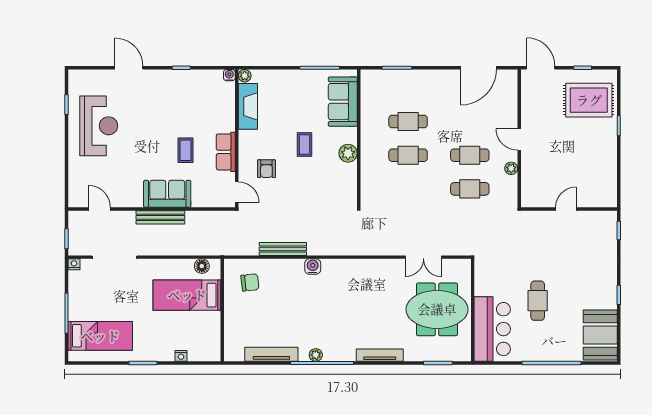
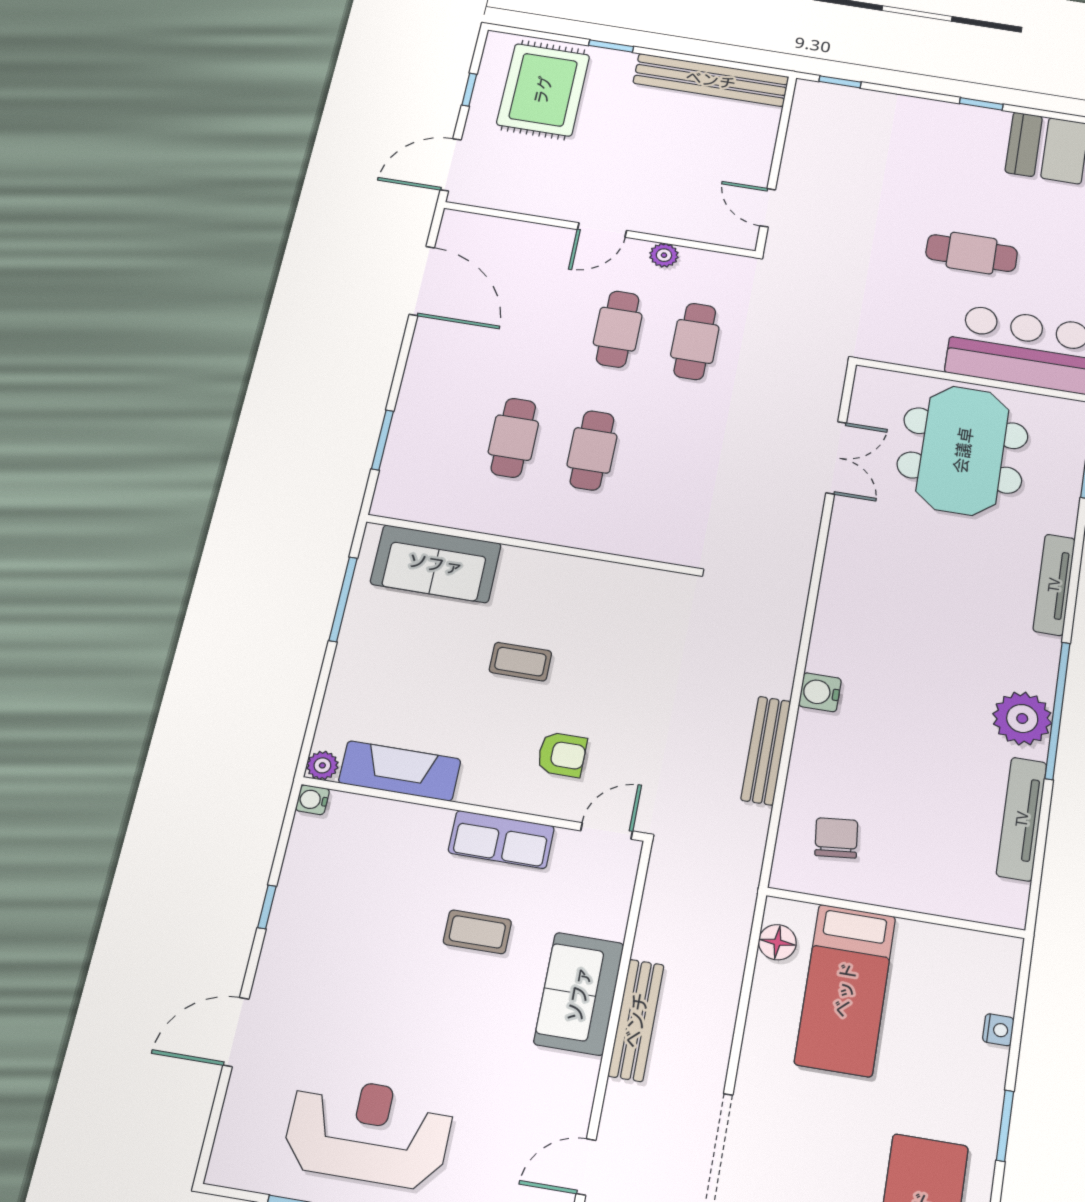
plant: (348, 153) -> (561, 573), removed
bench: (609, 173) -> (711, 80), added
door: (566, 209) -> (768, 208), moved
plant: (316, 355) -> (1022, 718), width x1.88, depth x1.88

